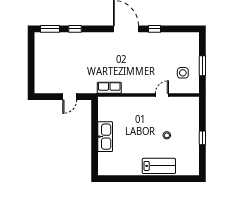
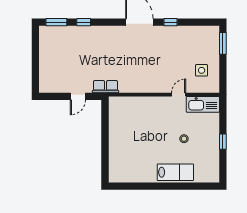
window: (202, 66) -> (223, 43), moved
row of seats: (109, 88) -> (106, 87), moved
kitchen sink: (105, 137) -> (203, 104), moved, turned 90

